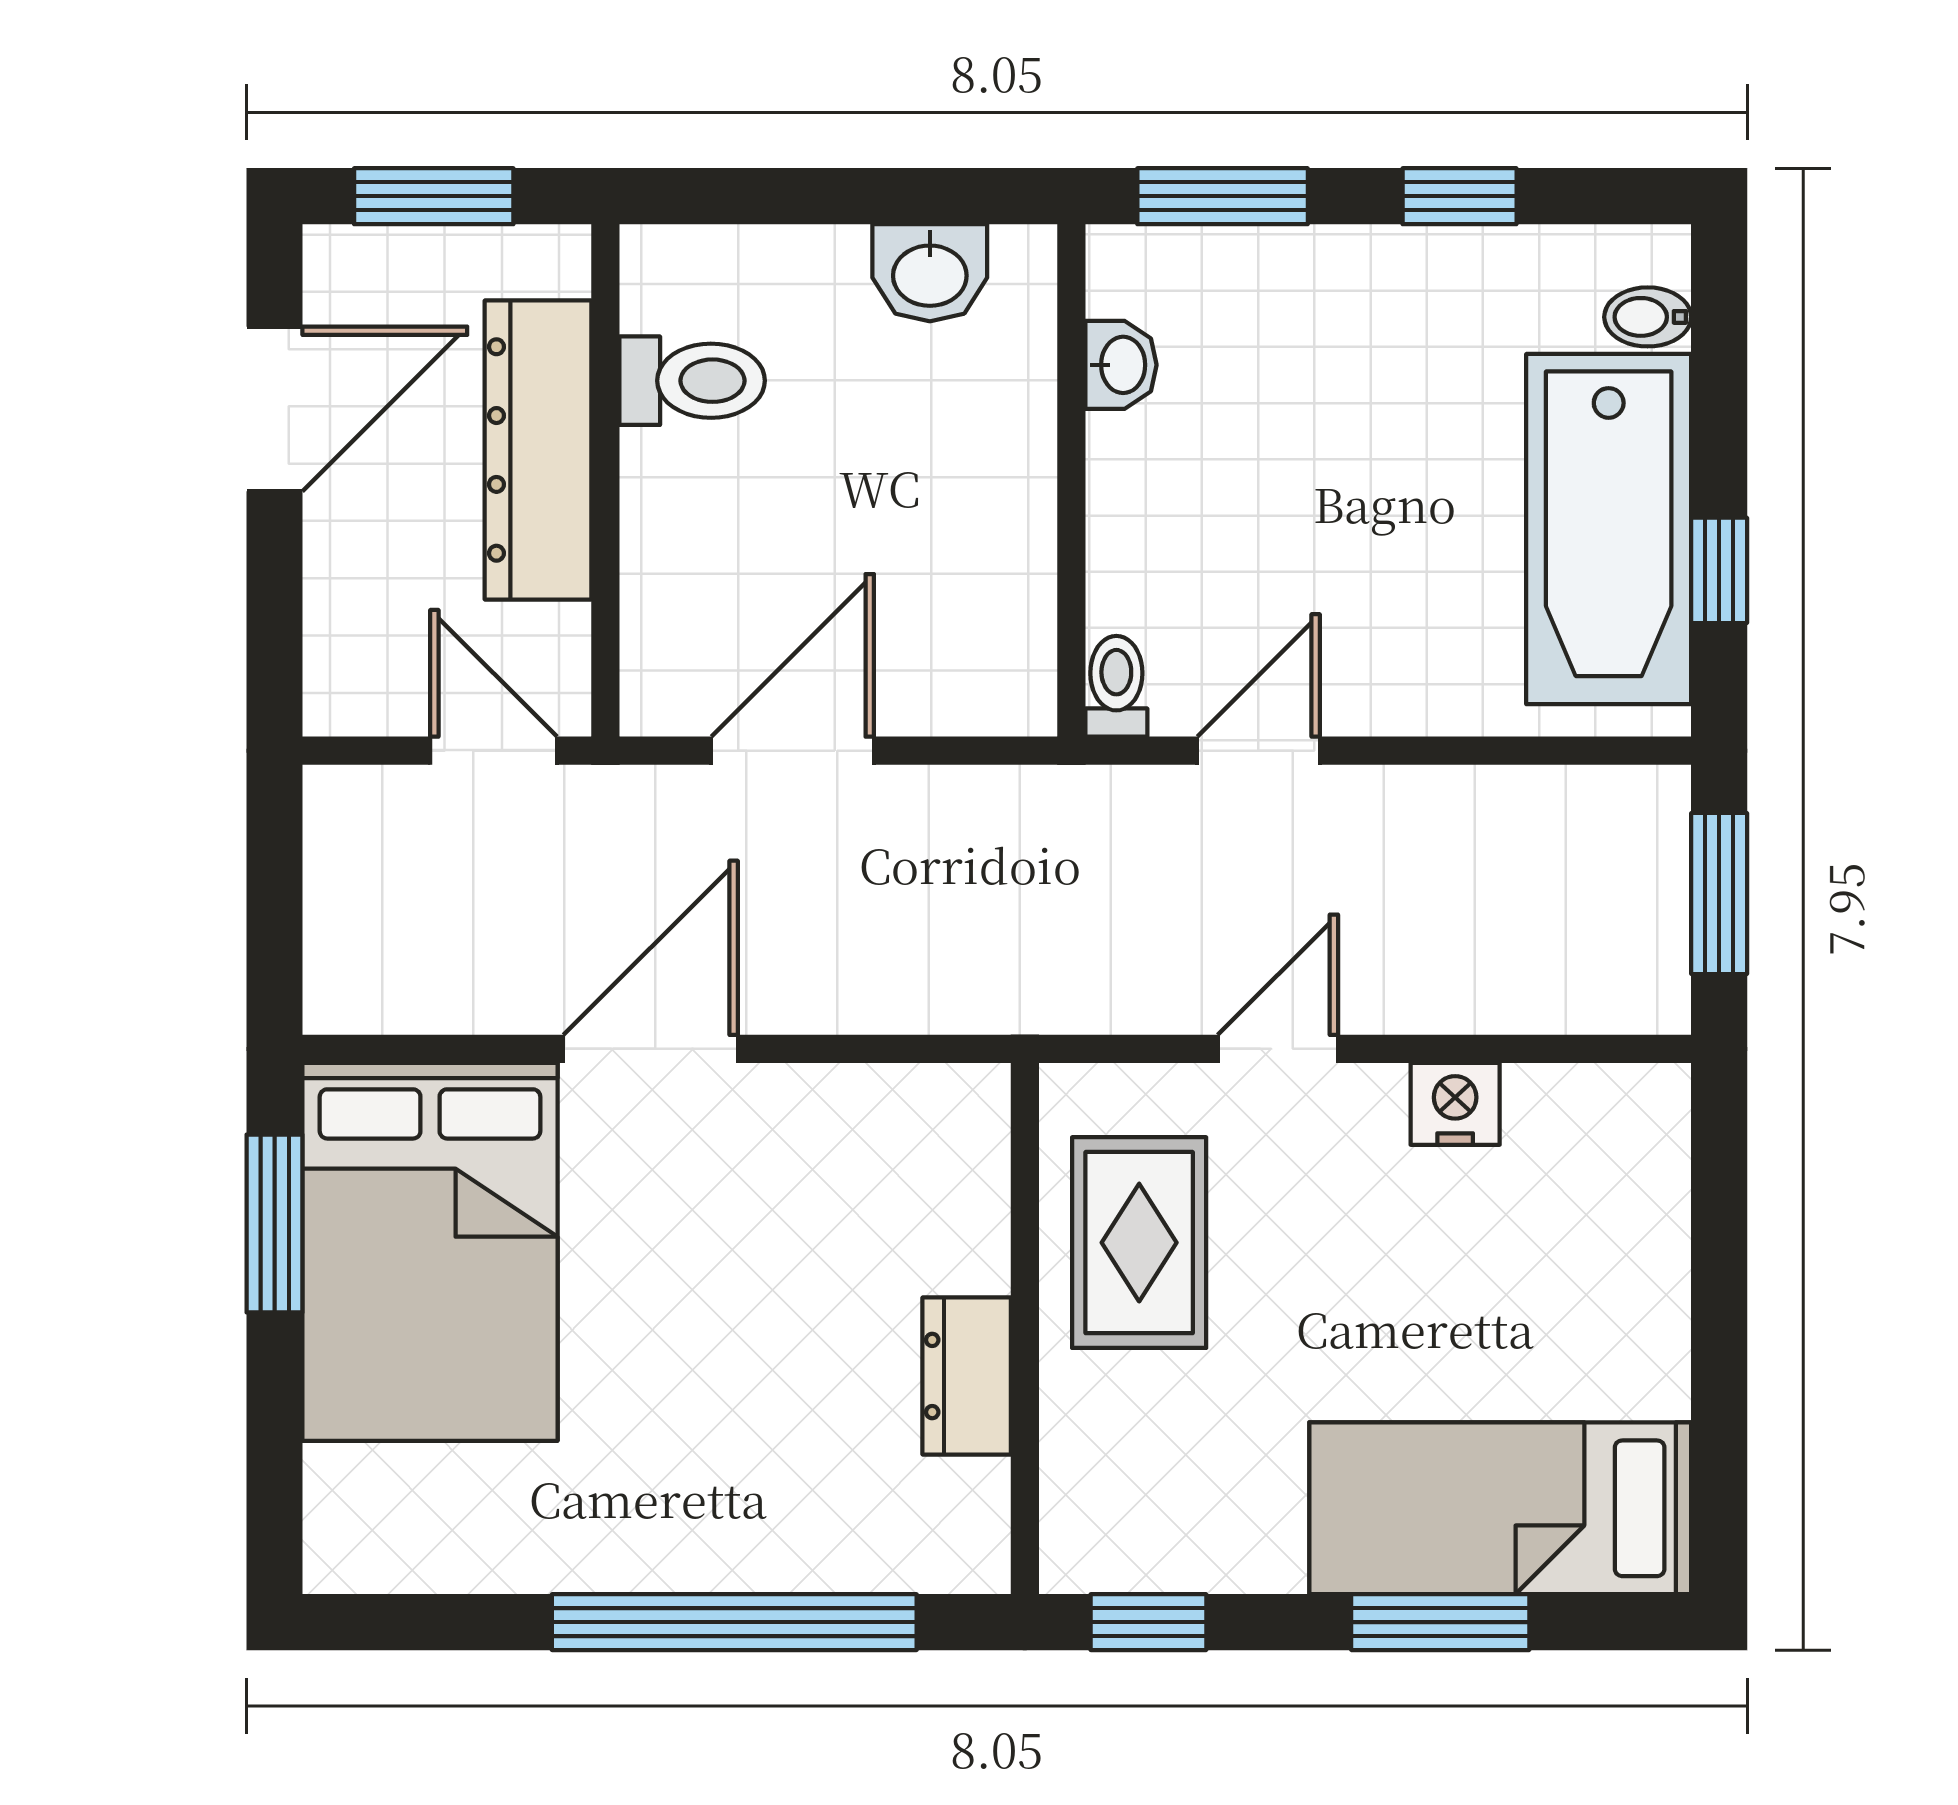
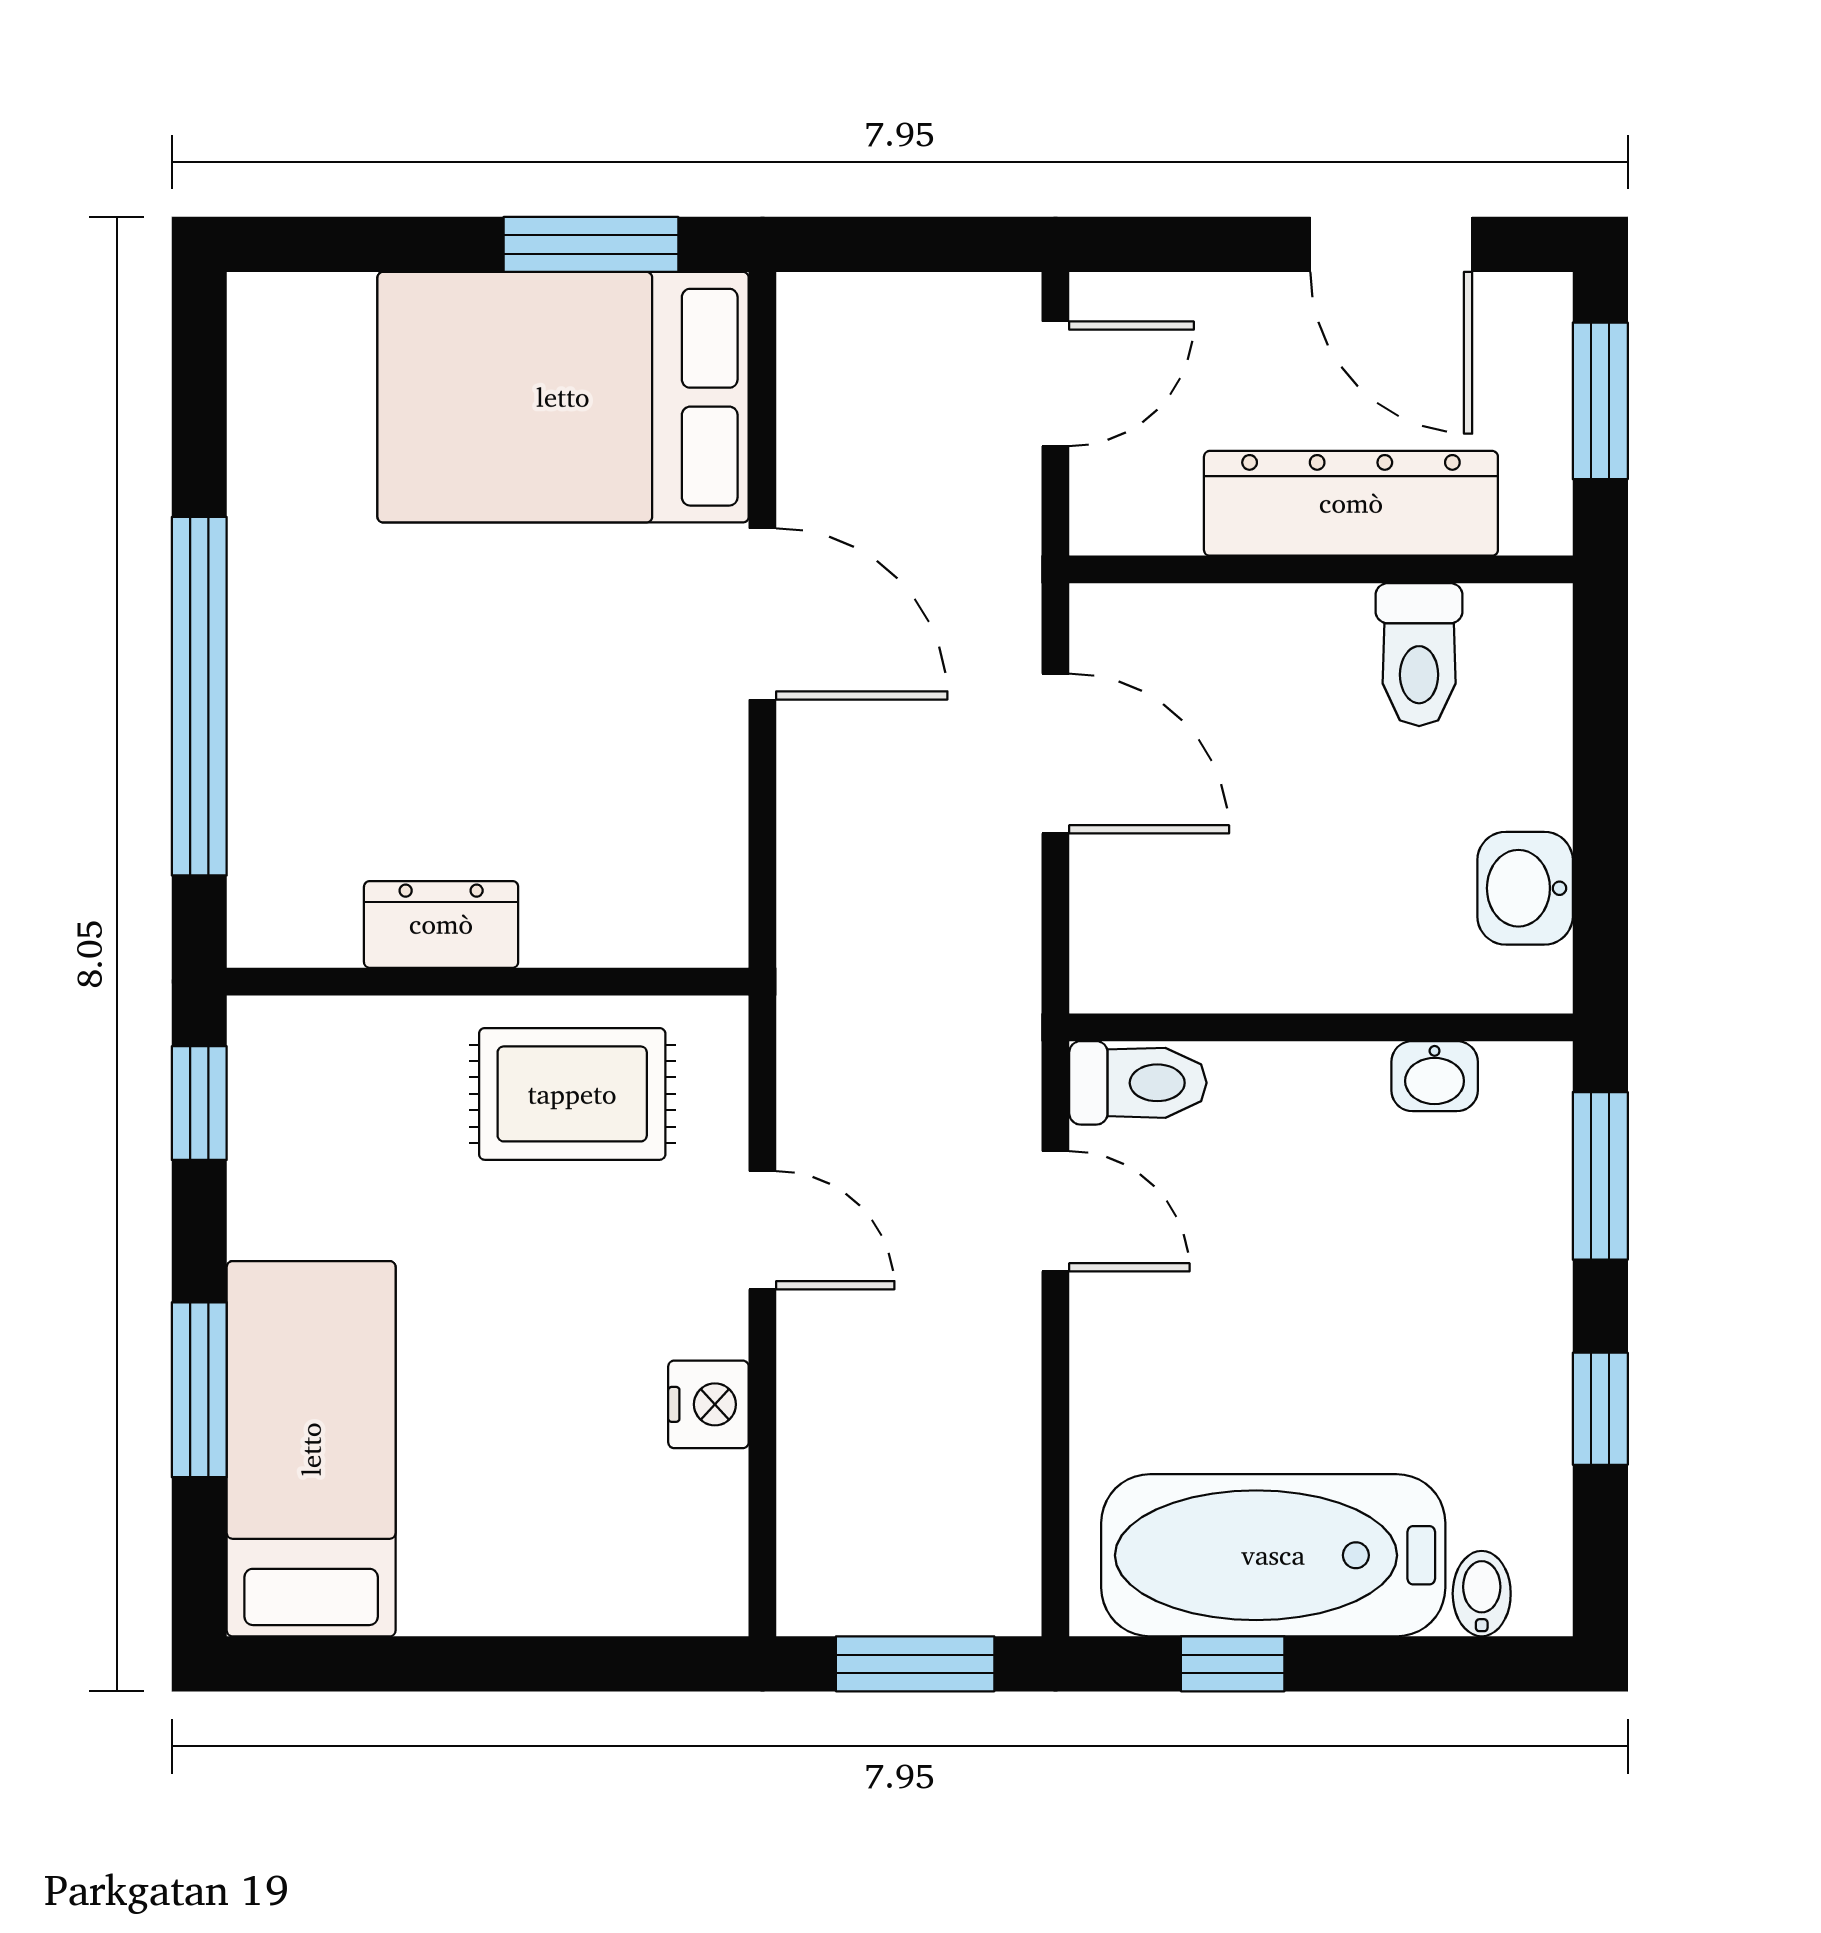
toilet: (1116, 686) -> (1138, 1083), width x1.37, depth x1.39
door: (494, 751) -> (1055, 384), moved

